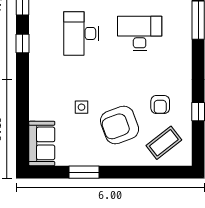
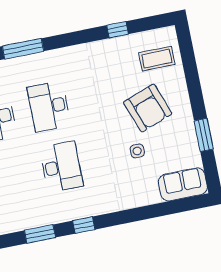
desk: (81, 33) -> (61, 167), turned -90
armchair: (160, 105) -> (118, 70), removed
coffee table: (164, 143) -> (157, 59), turned -52

